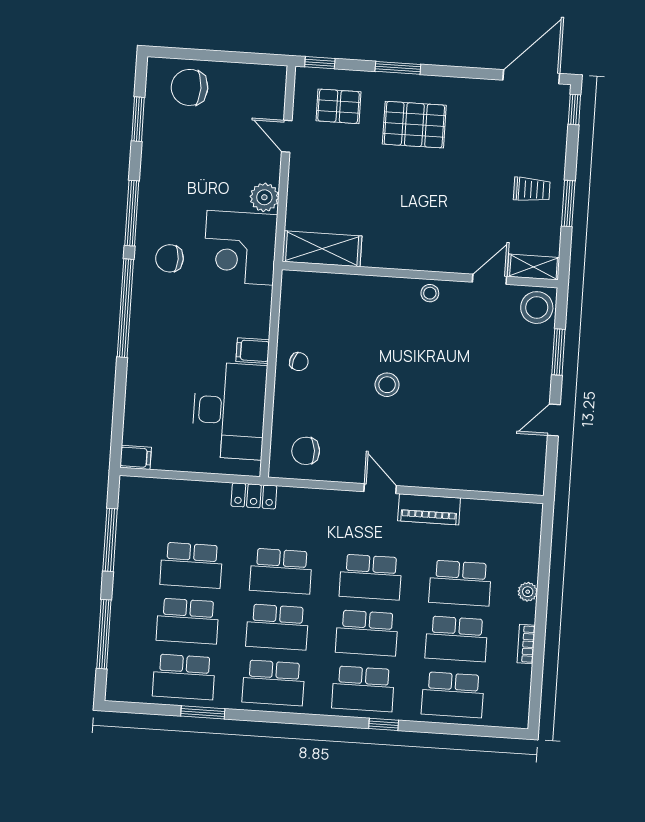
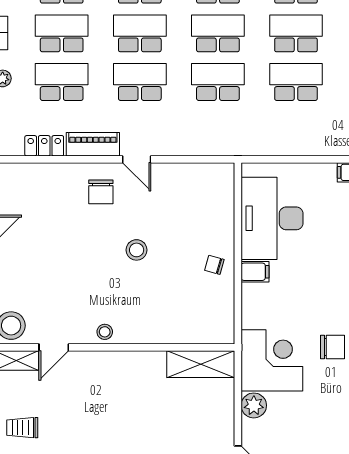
chair: (306, 451) -> (101, 192), moved, turned 95
locker: (254, 496) -> (44, 146), moved

